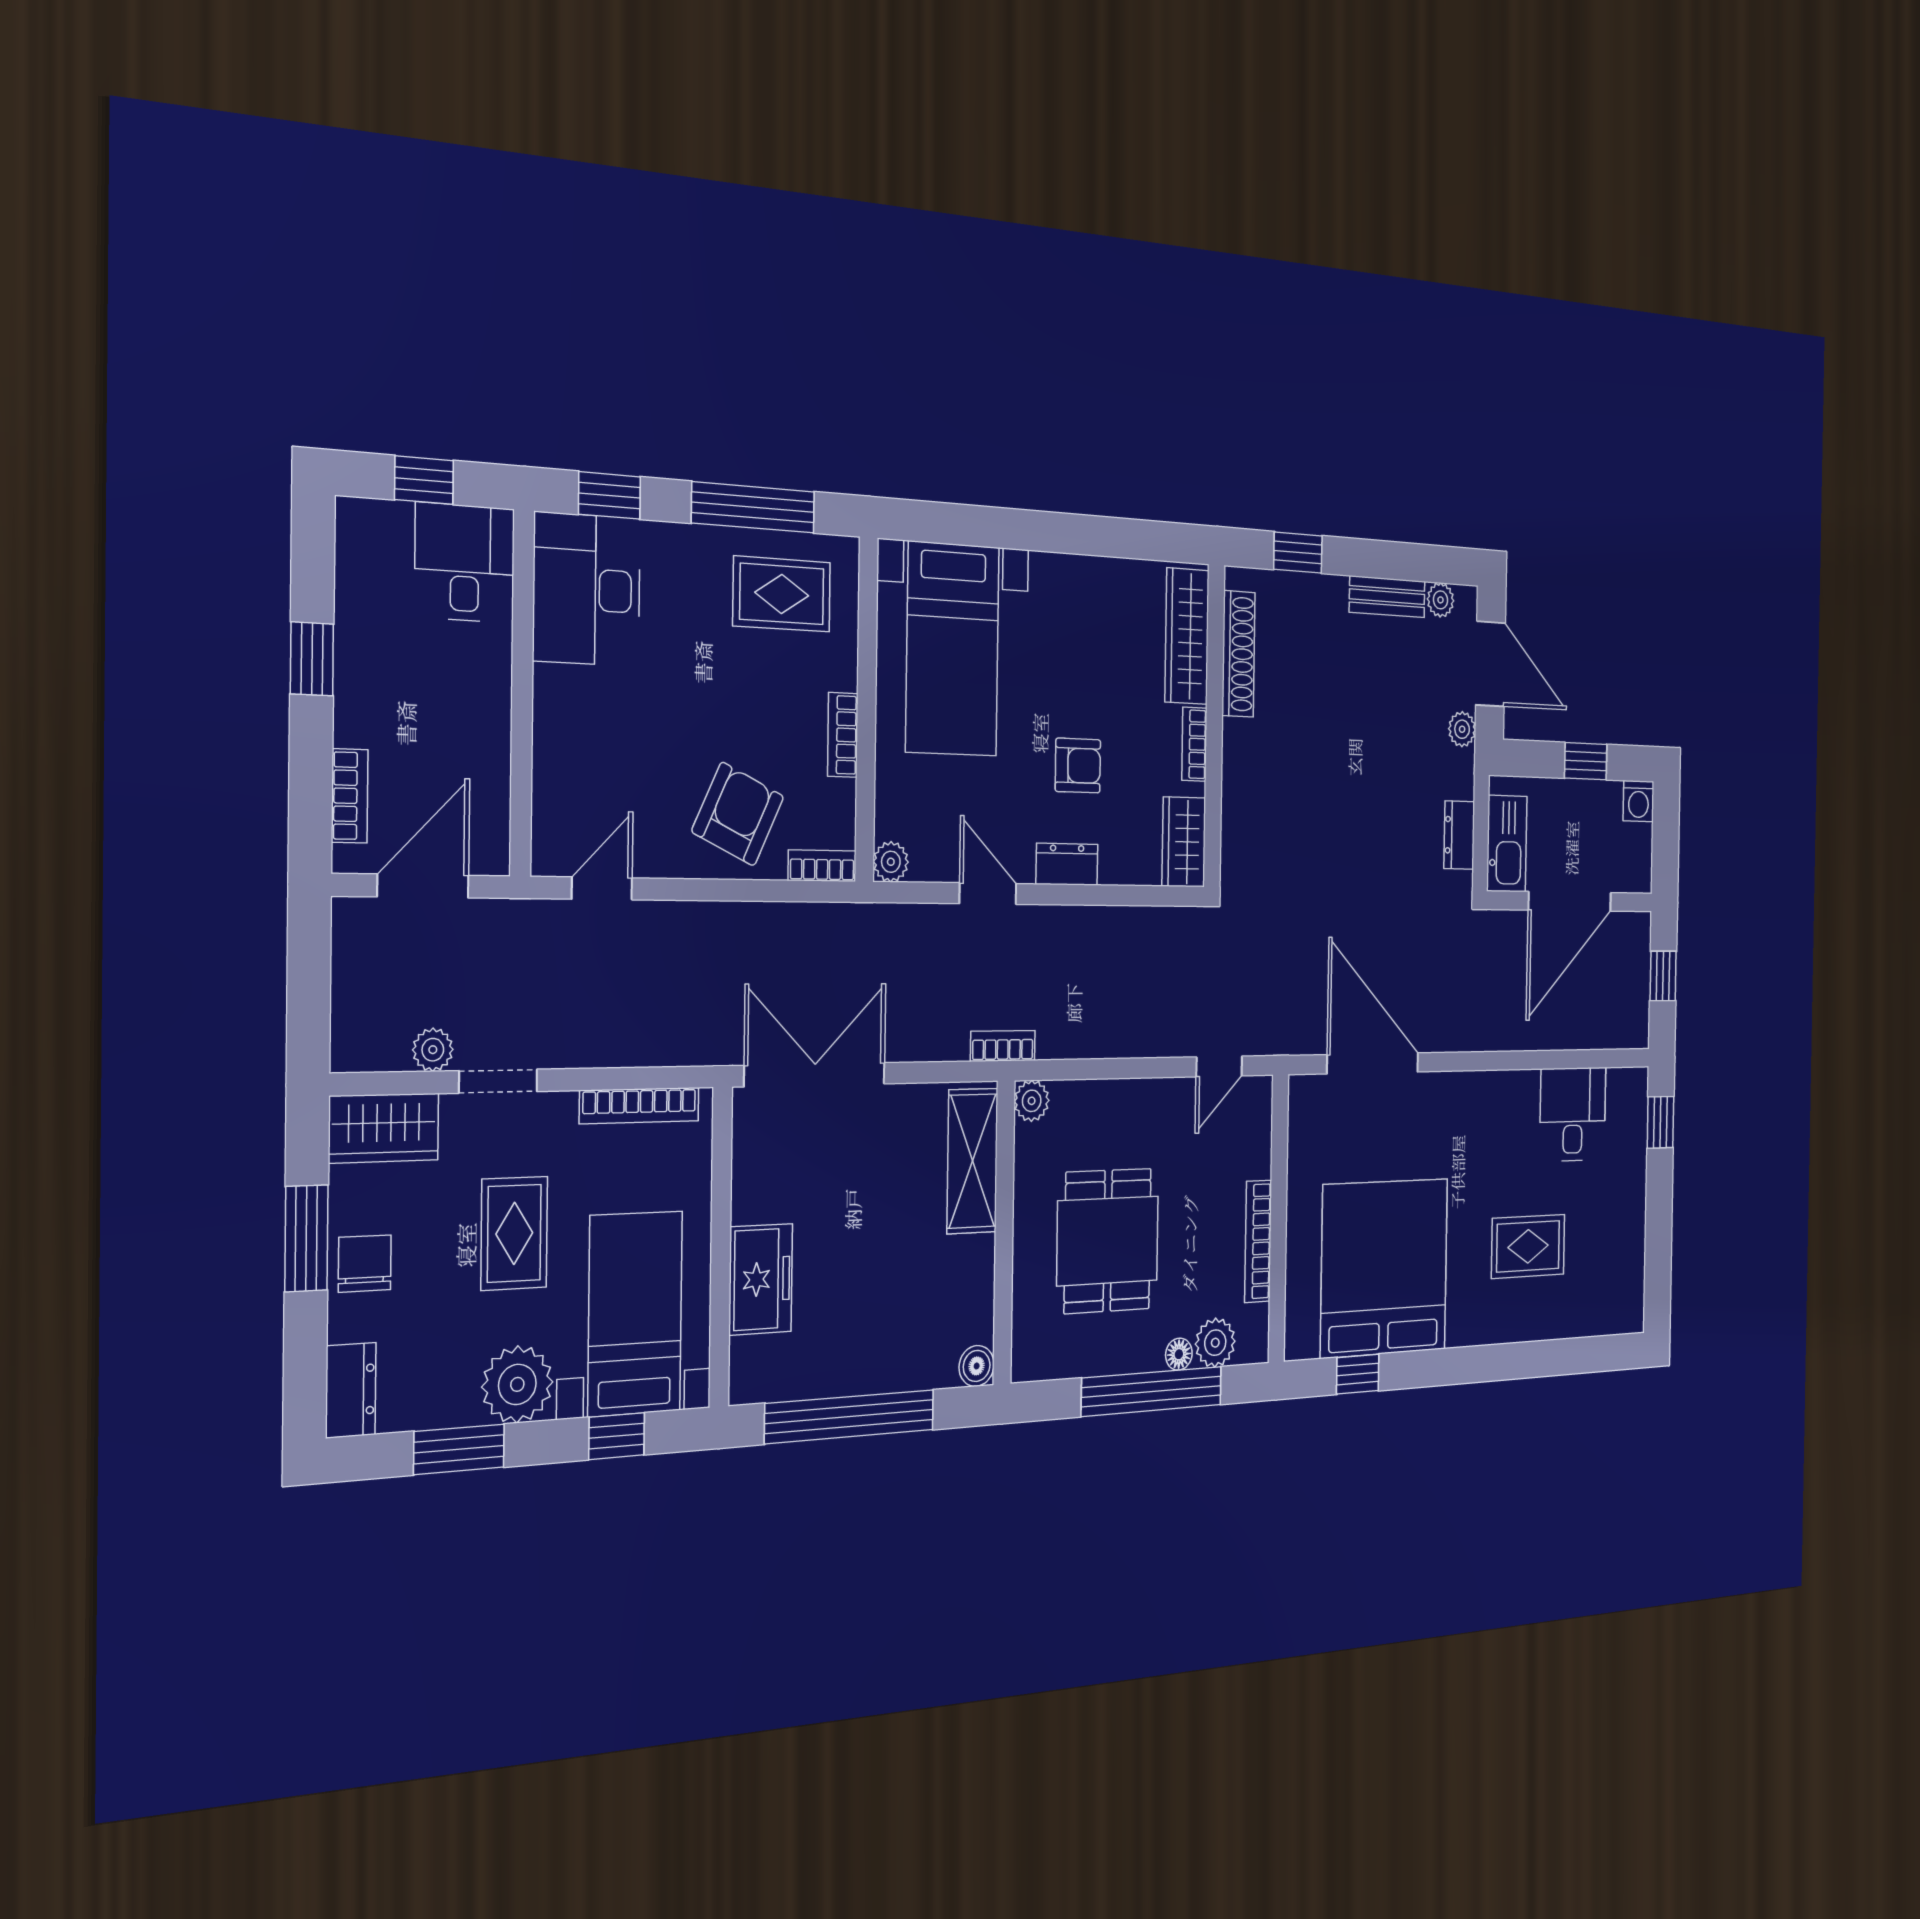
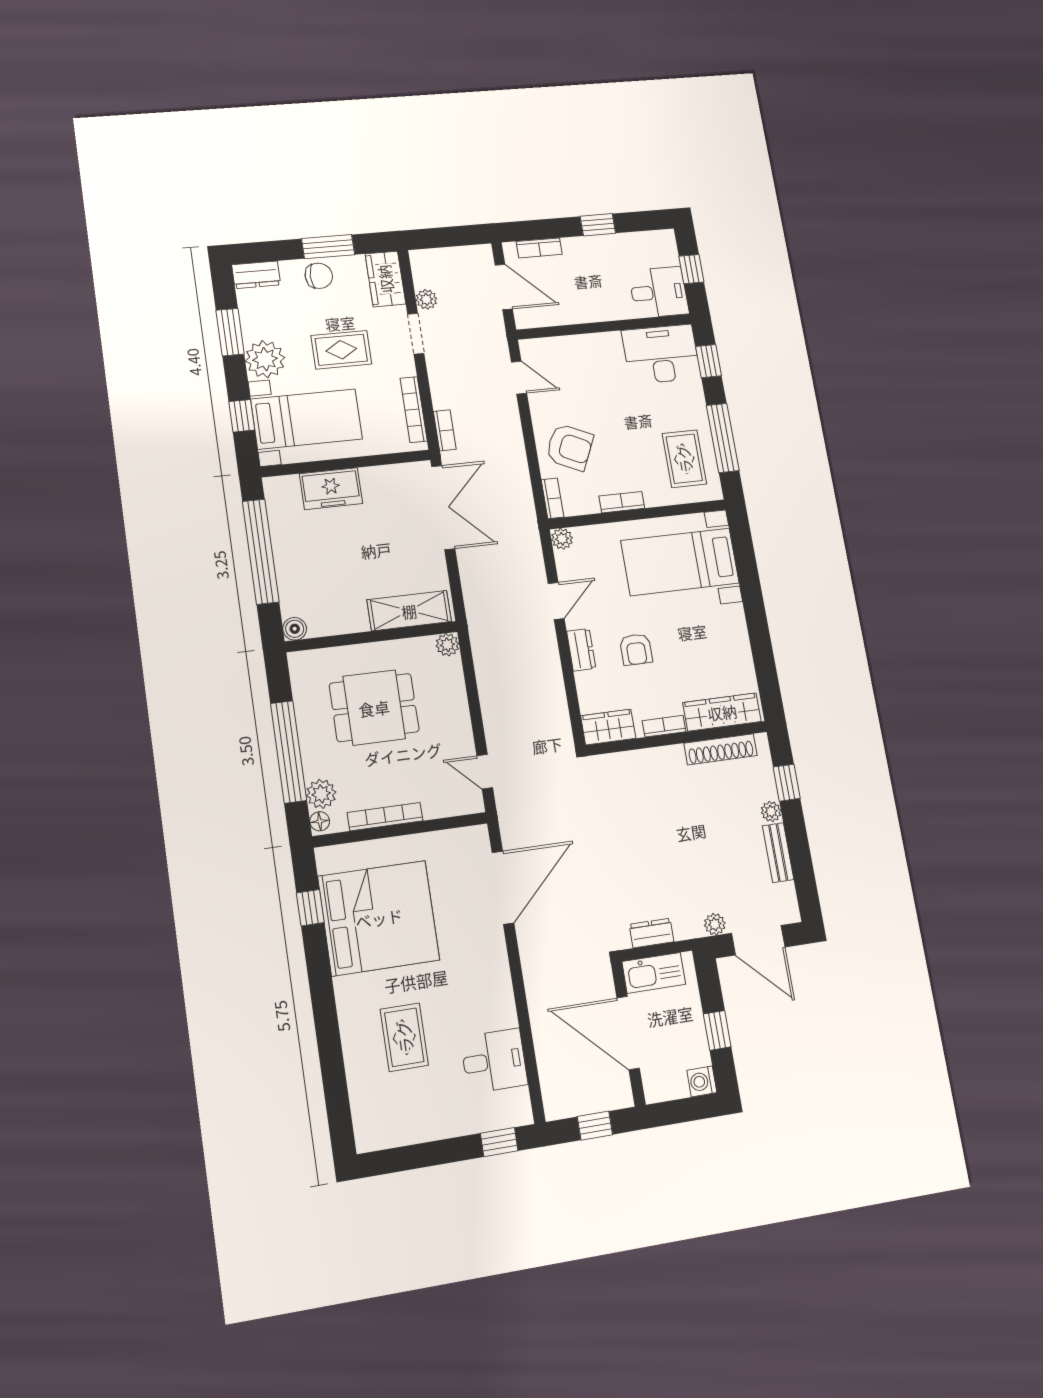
plant: (1441, 600) -> (771, 812), moved
door: (1491, 664) -> (758, 940), hinge flipped
bookcase: (1003, 1046) -> (445, 430), moved
floor lamp: (1179, 1354) -> (320, 821), moved

